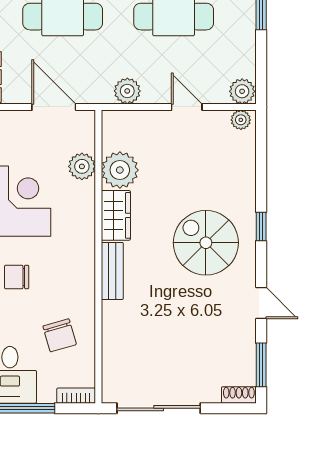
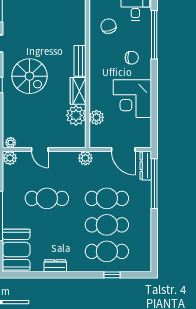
plant: (127, 91) -> (85, 158), moved
door: (54, 107) -> (123, 149), moved

